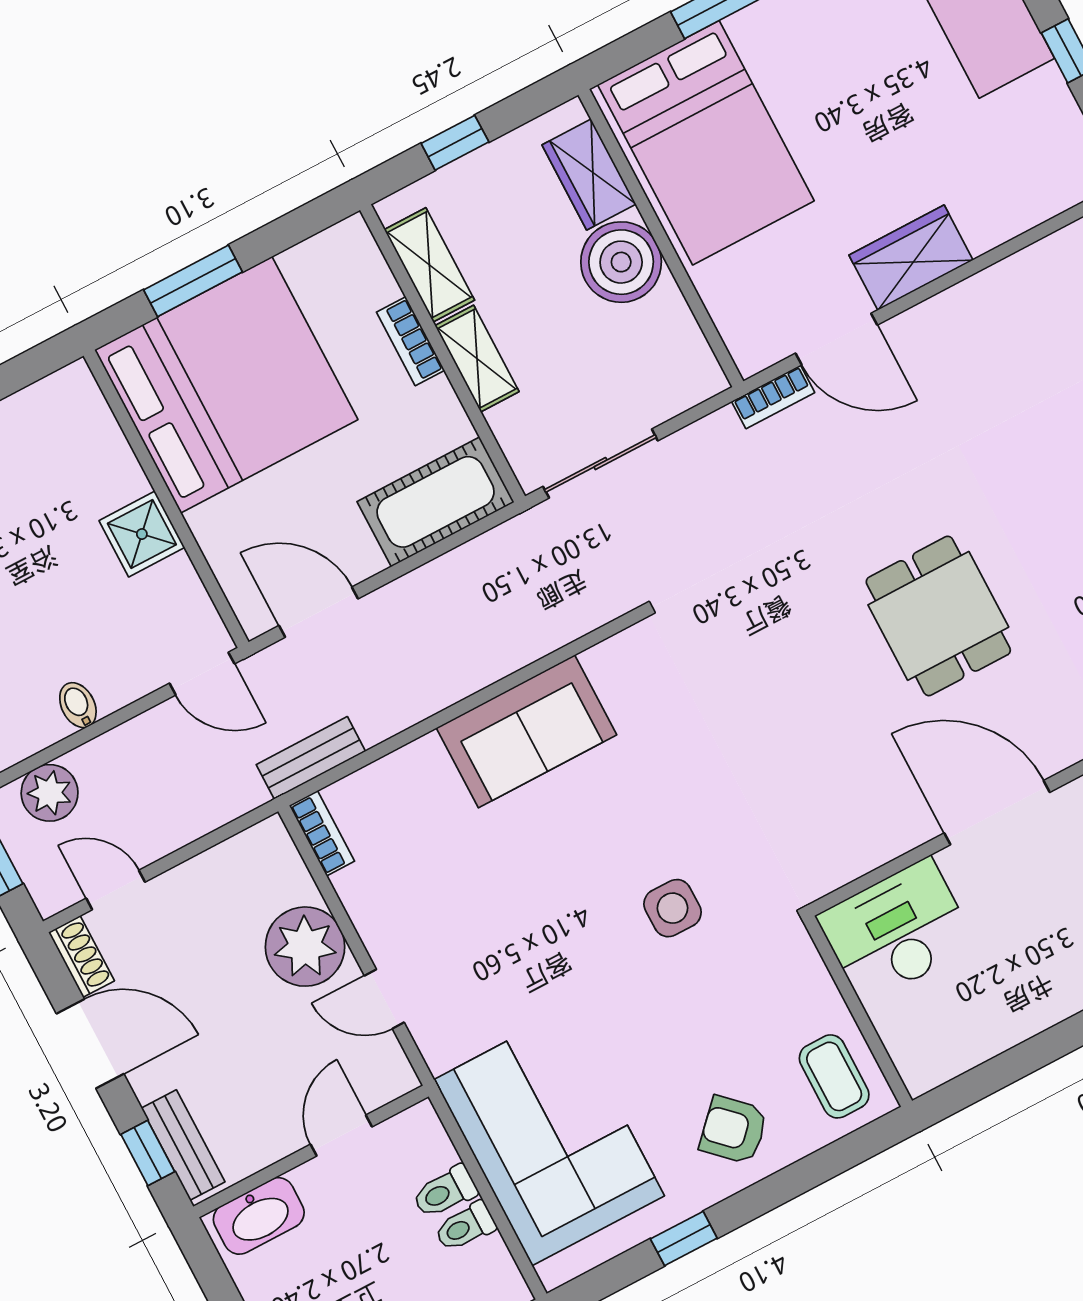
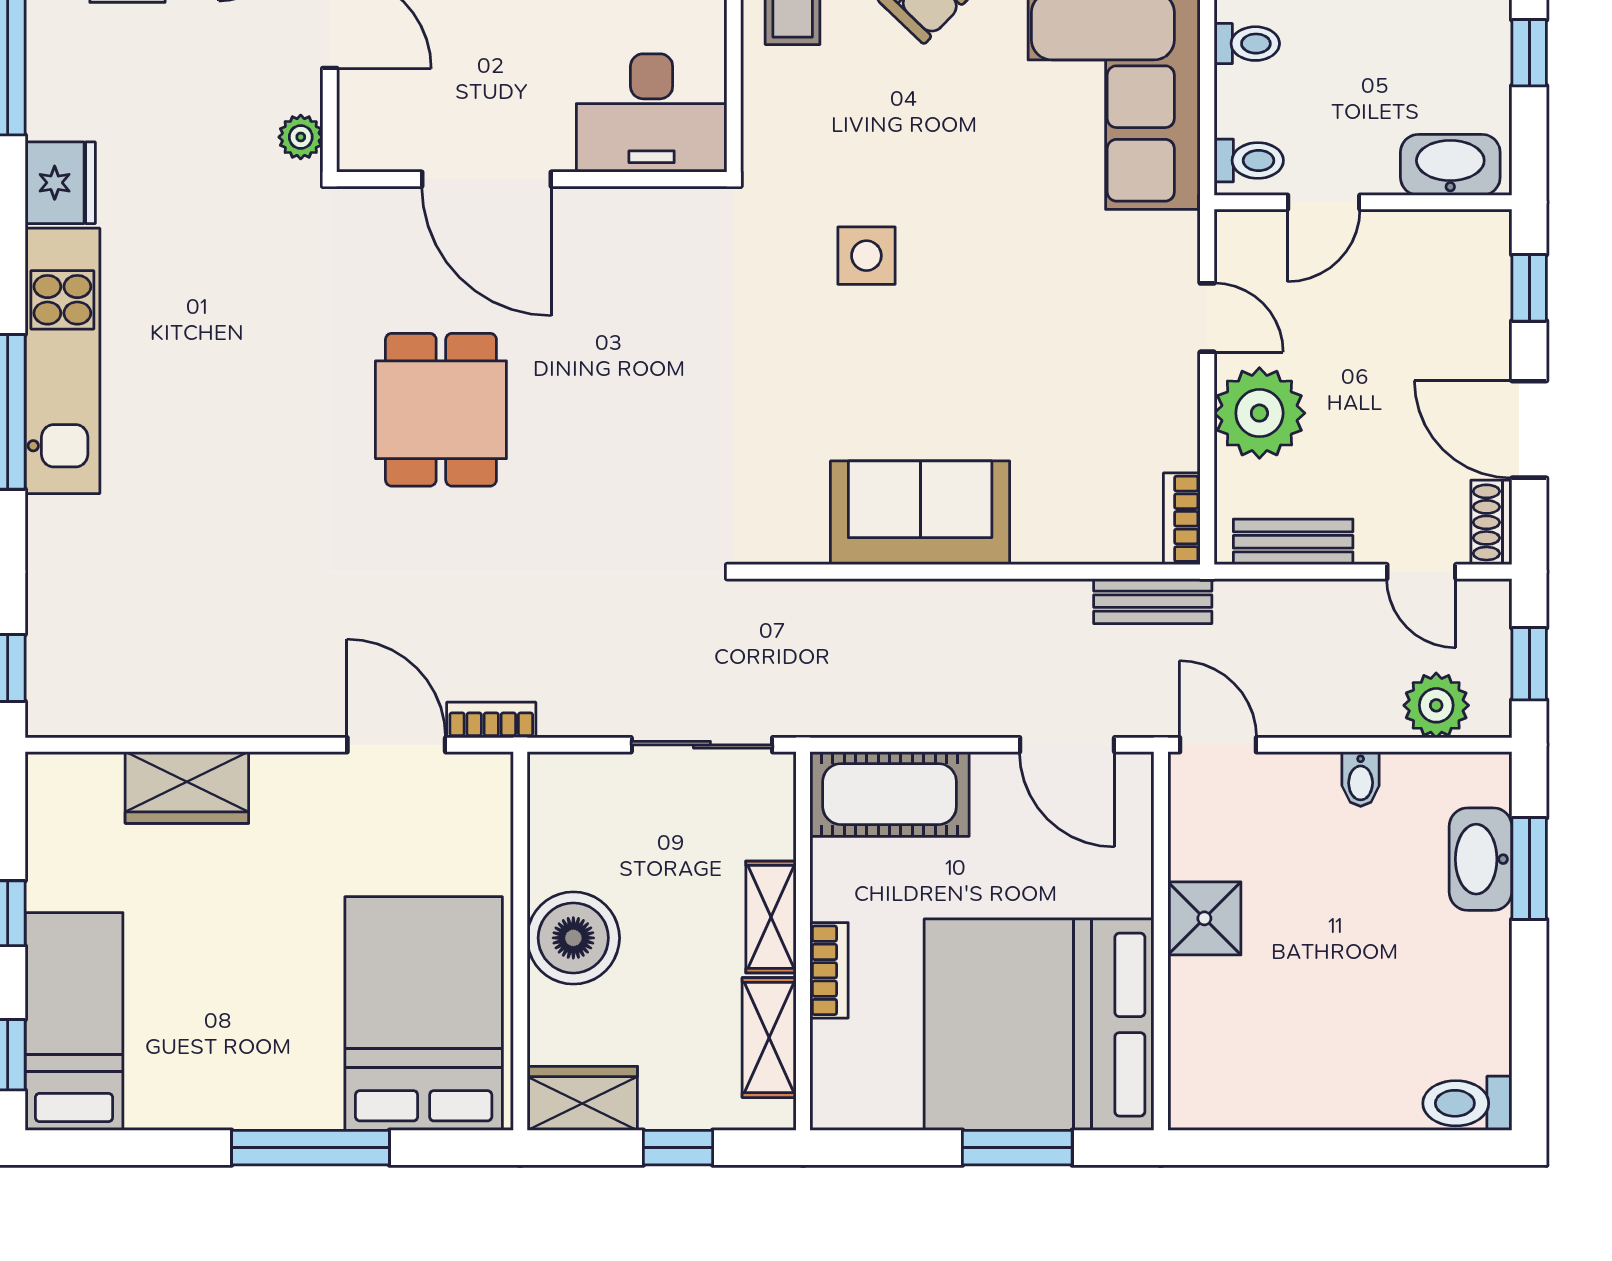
wardrobe: (589, 175) -> (582, 1098), moved, turned -90
wardrobe: (911, 258) -> (187, 787), moved
bench: (183, 1145) -> (1293, 542), moved, turned 90
toilet: (445, 1192) -> (1249, 160), moved

